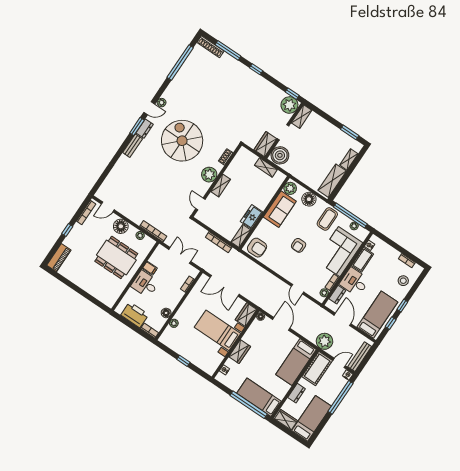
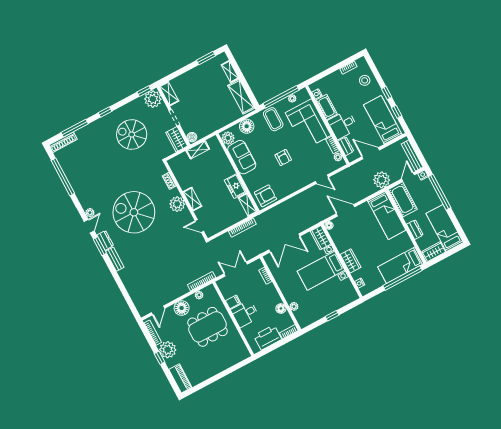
spiral stairs: (249, 103) -> (132, 135), added
boiler: (280, 155) -> (192, 137), width x0.54, depth x0.54
plant: (78, 233) -> (168, 350), added

